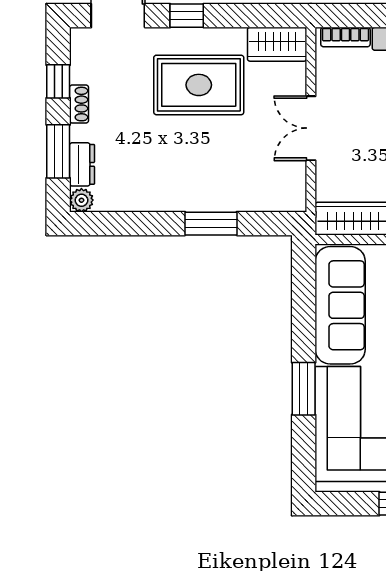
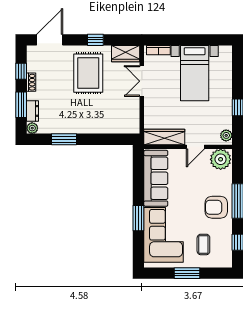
window: (187, 16) -> (95, 40), moved
rug: (199, 85) -> (88, 73), turned 90
double door: (311, 128) -> (142, 81), moved
window: (211, 224) -> (64, 139), moved

